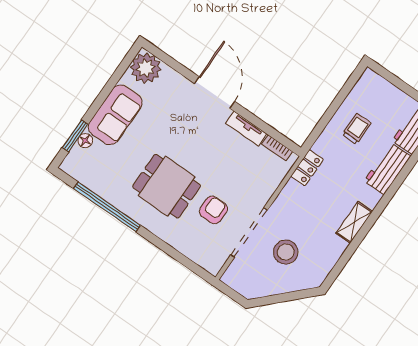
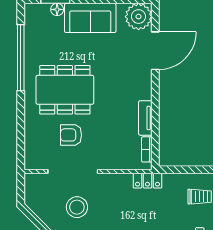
door: (215, 92) -> (155, 51), moved
dining table: (167, 186) -> (65, 90), width x1.38
armchair: (213, 210) -> (71, 135), turned 180

